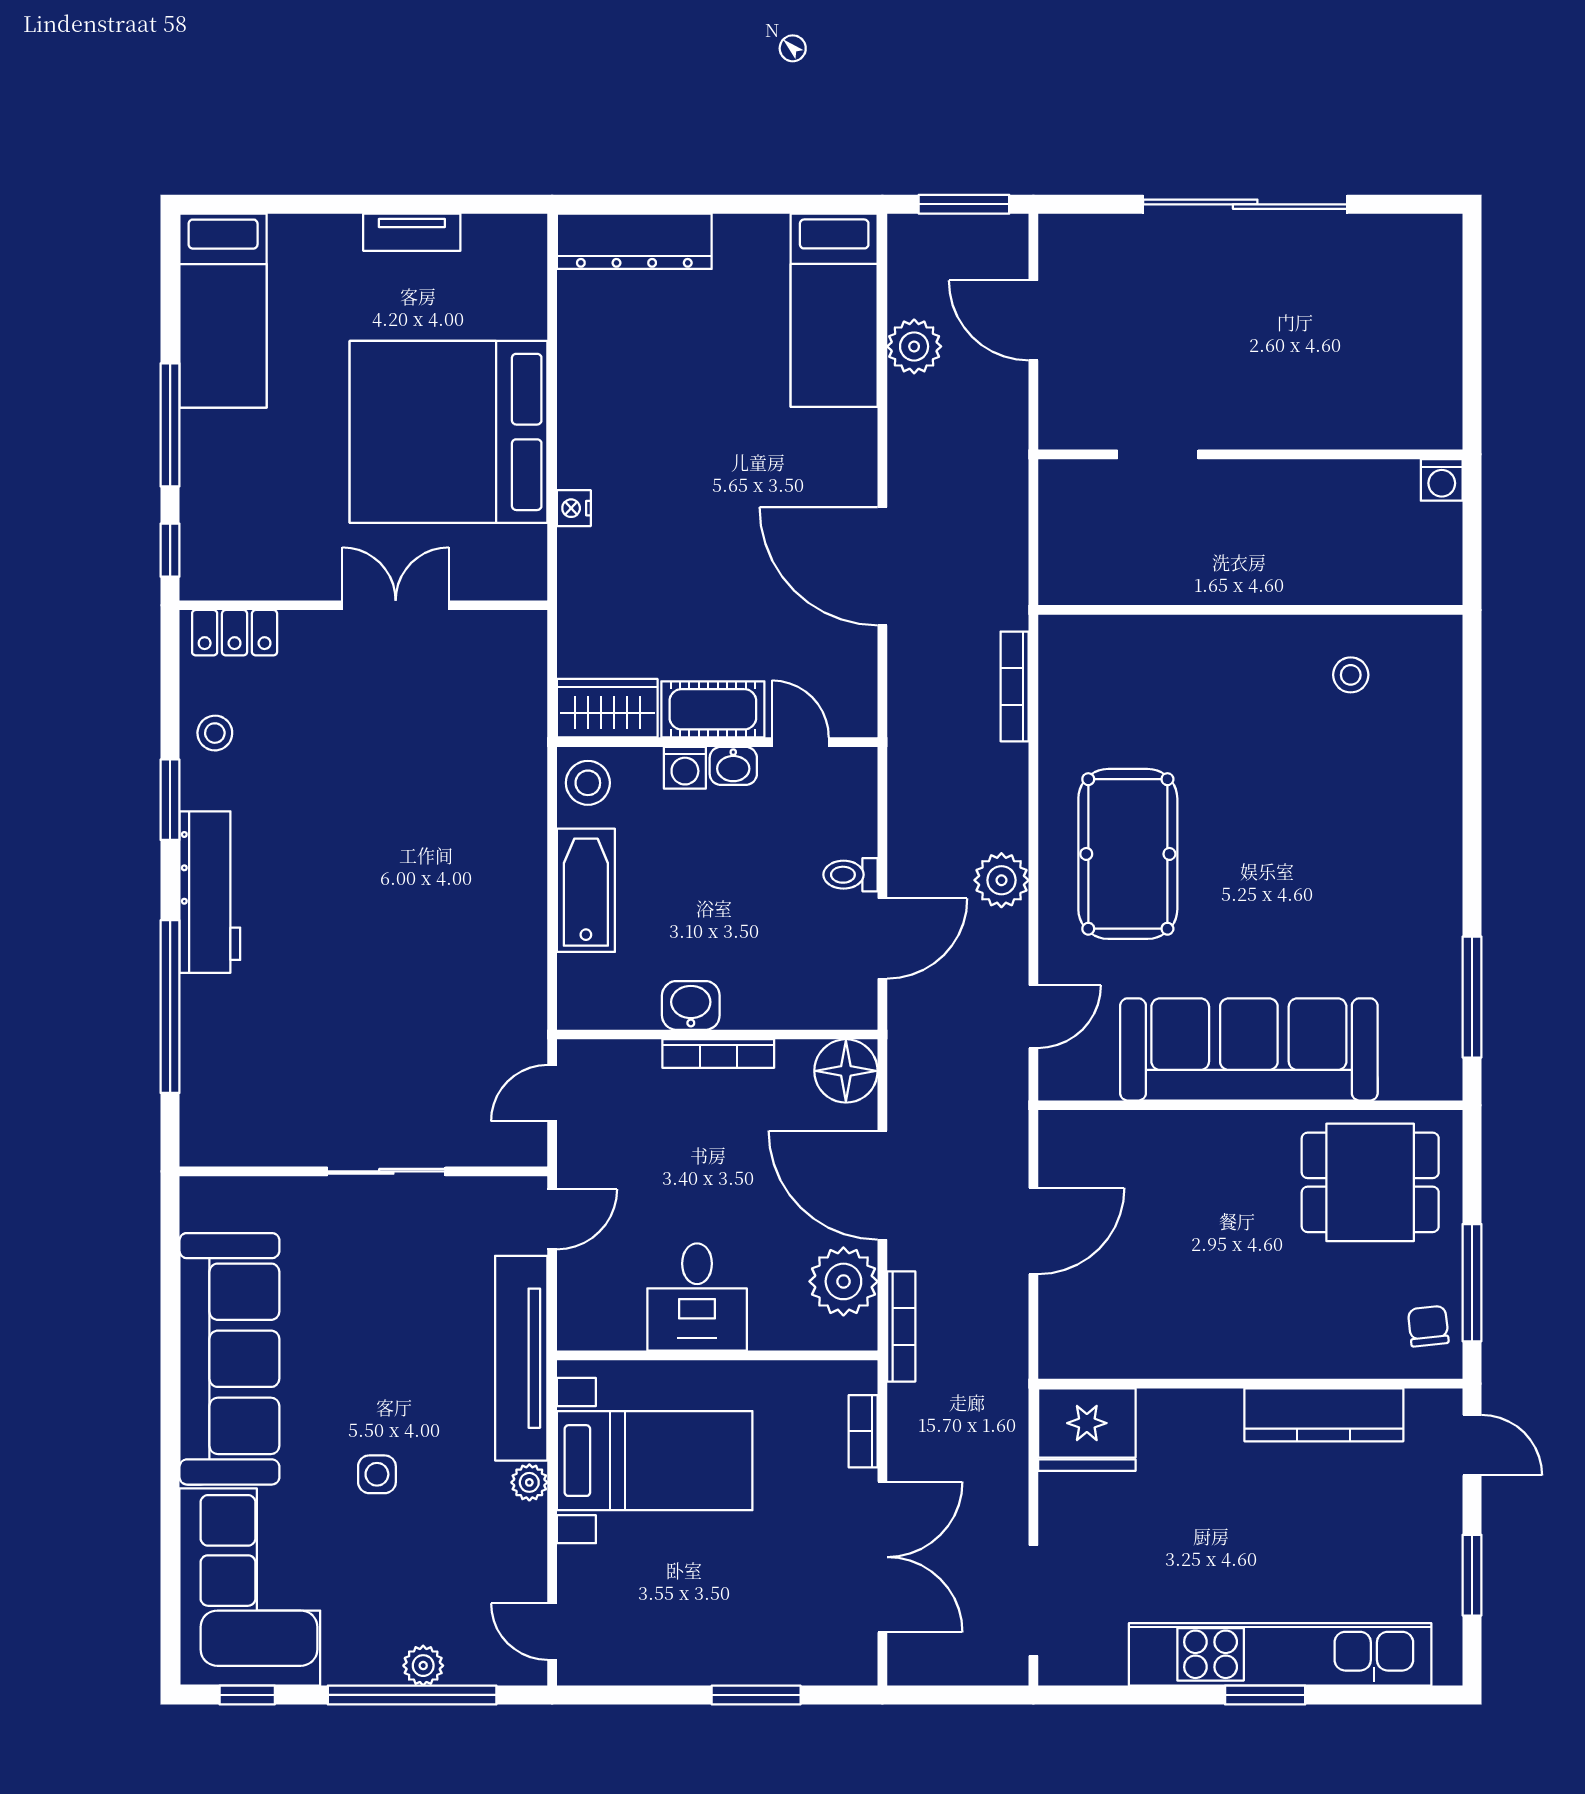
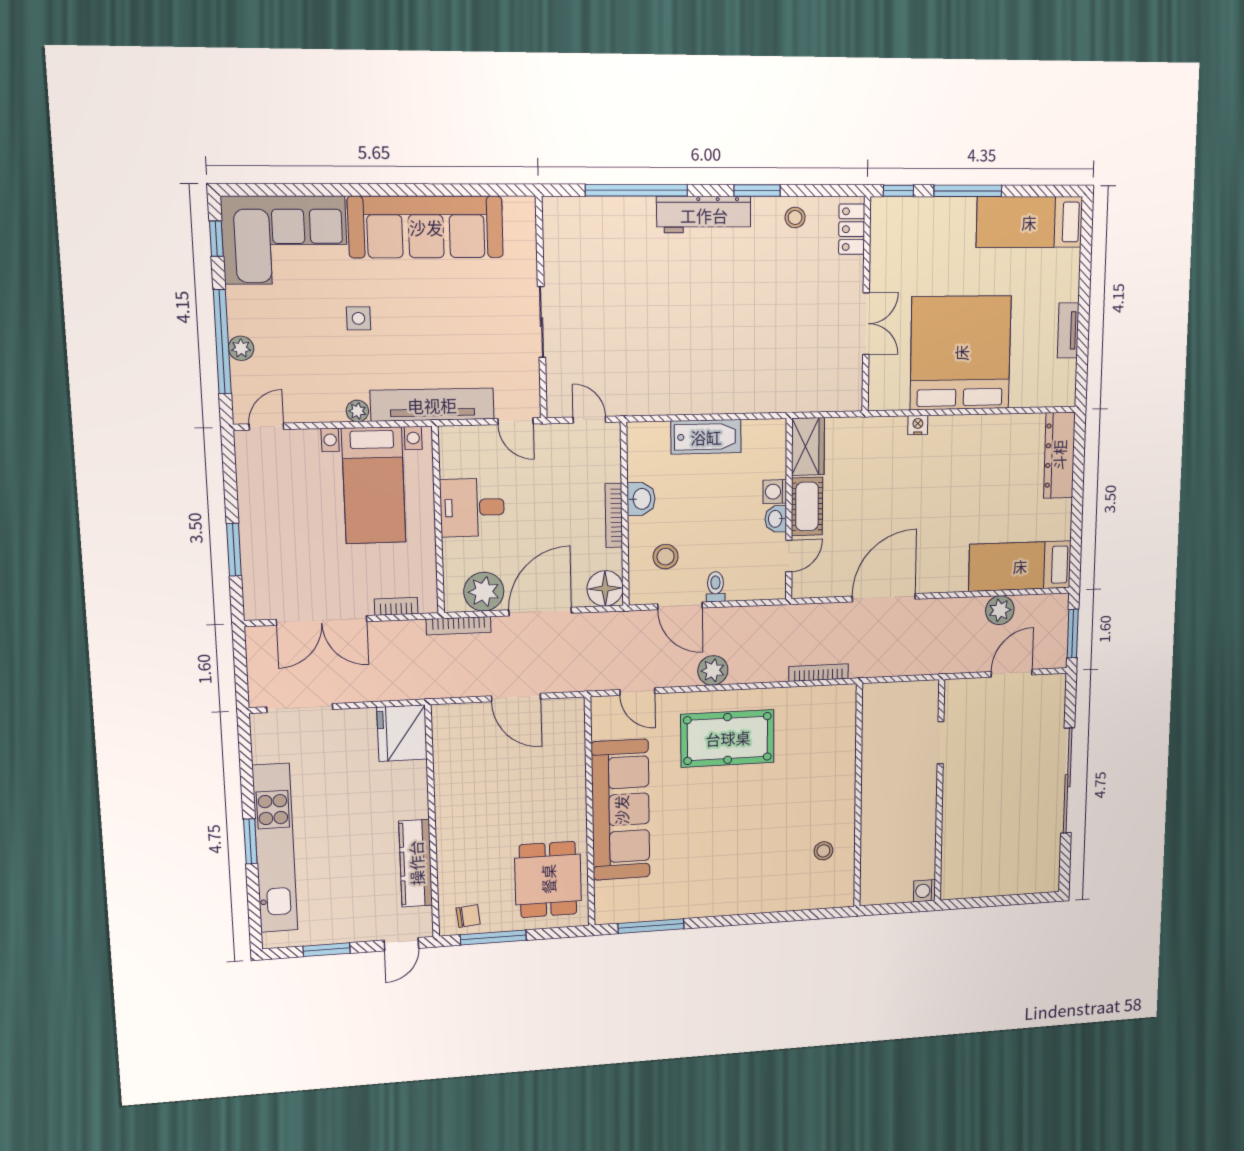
stool: (588, 783) -> (666, 557), moved

